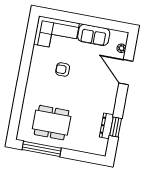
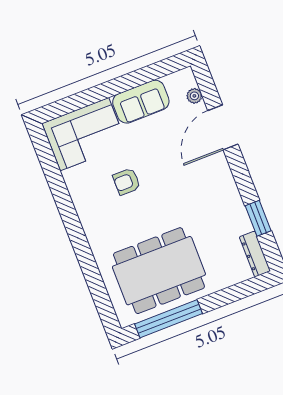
door: (126, 72) -> (223, 127), hinge flipped
dining table: (52, 123) -> (159, 271), width x1.36, depth x1.24
dresser: (106, 126) -> (255, 254), moved

